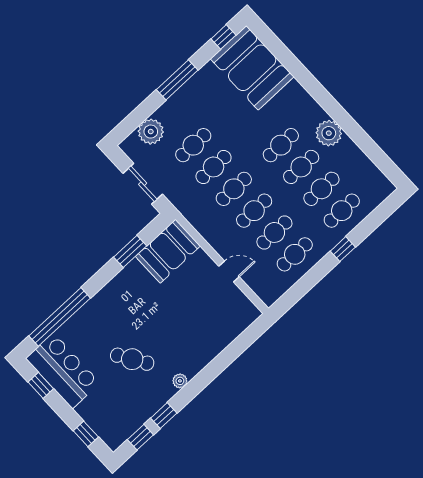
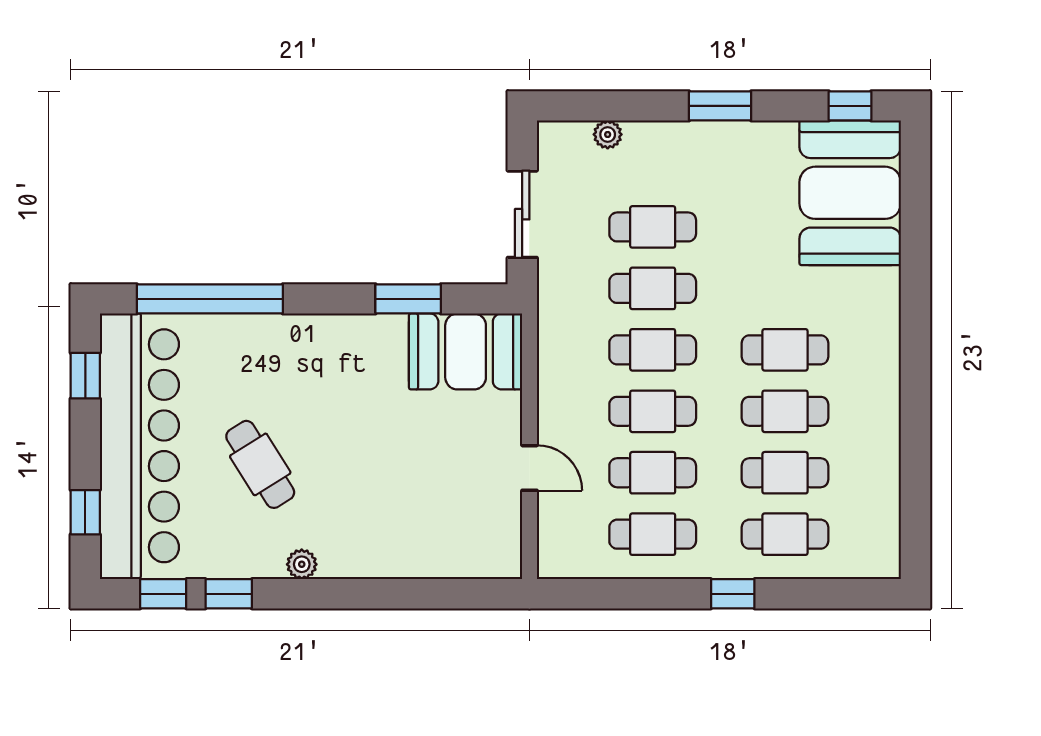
window: (177, 80) -> (720, 106), width x0.69
plant: (151, 132) -> (608, 134), width x0.53, depth x0.53
plant: (329, 133) -> (874, 399), removed
bar counter: (63, 371) -> (139, 446), width x1.86

